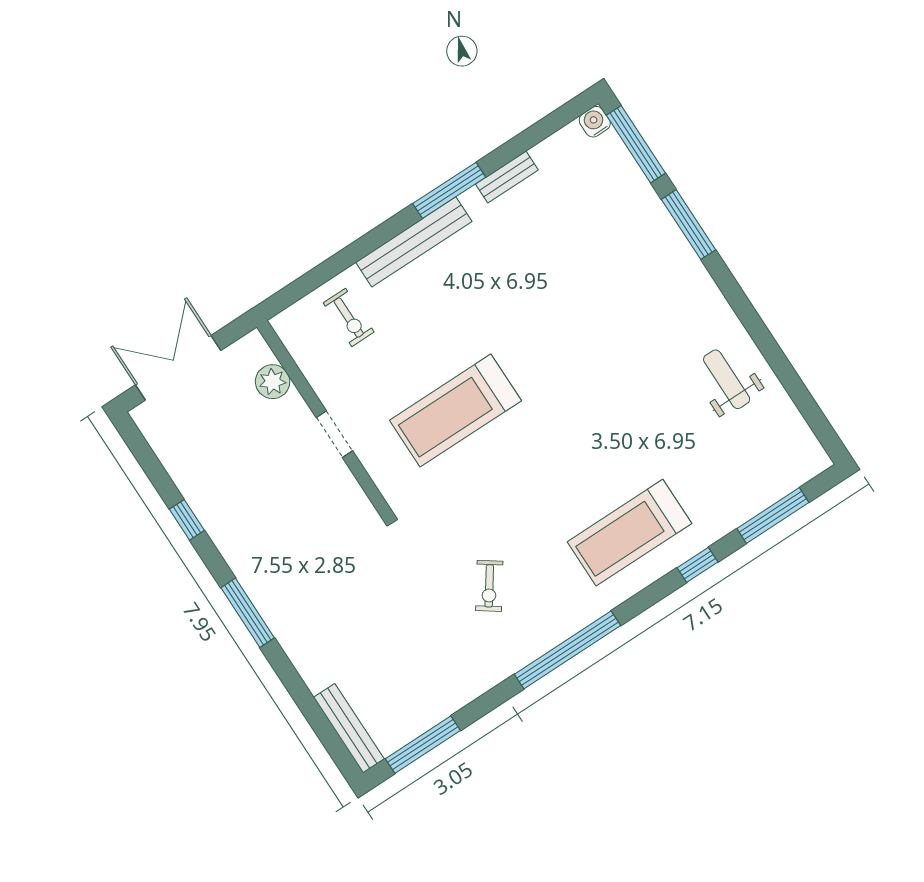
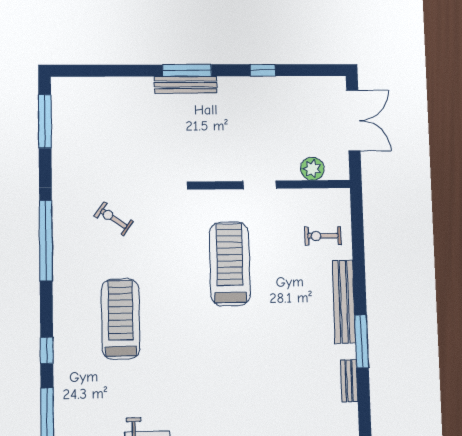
treadmill: (629, 533) -> (121, 319), moved
bench: (349, 728) -> (186, 85), moved

